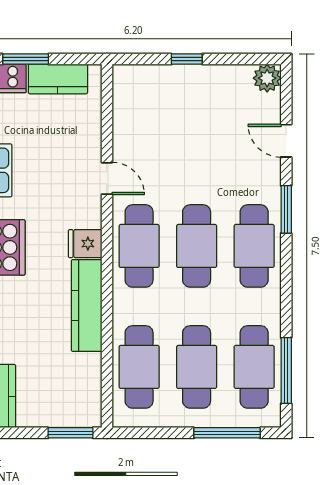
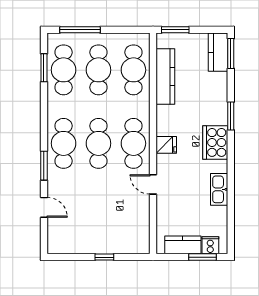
plant: (267, 78) -> (56, 245), removed
kitchen counter: (87, 305) -> (165, 77), moved
window: (286, 371) -> (44, 68), width x0.69

